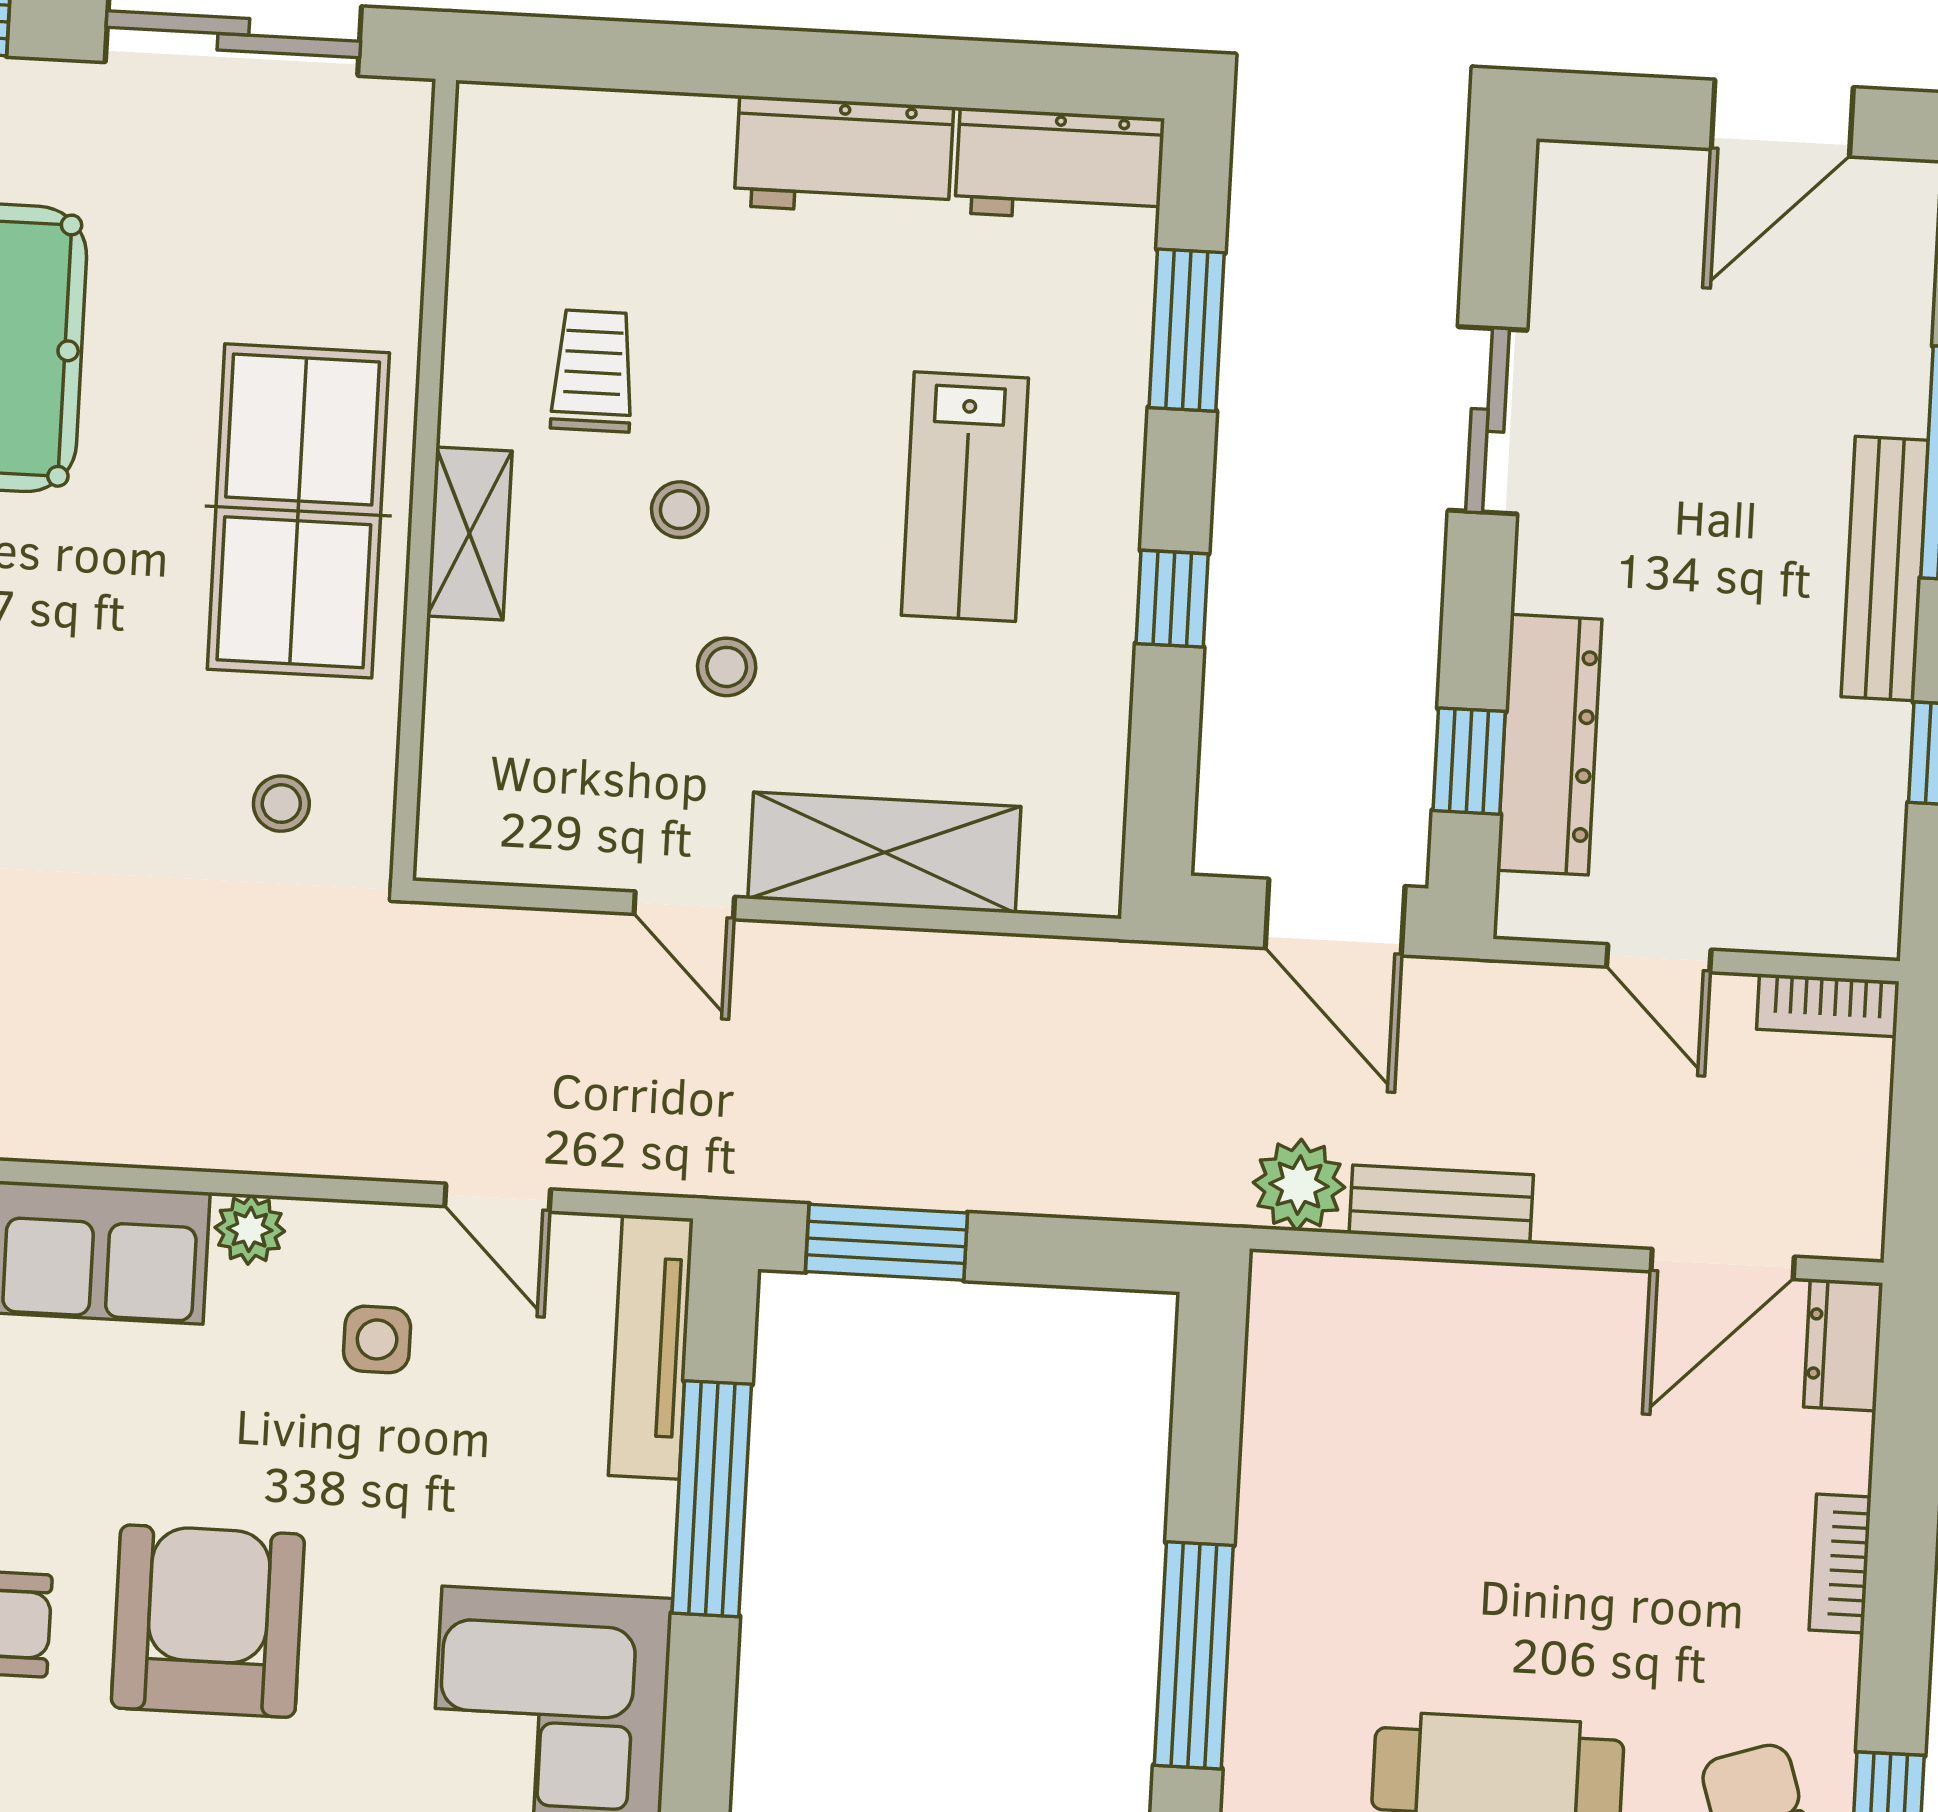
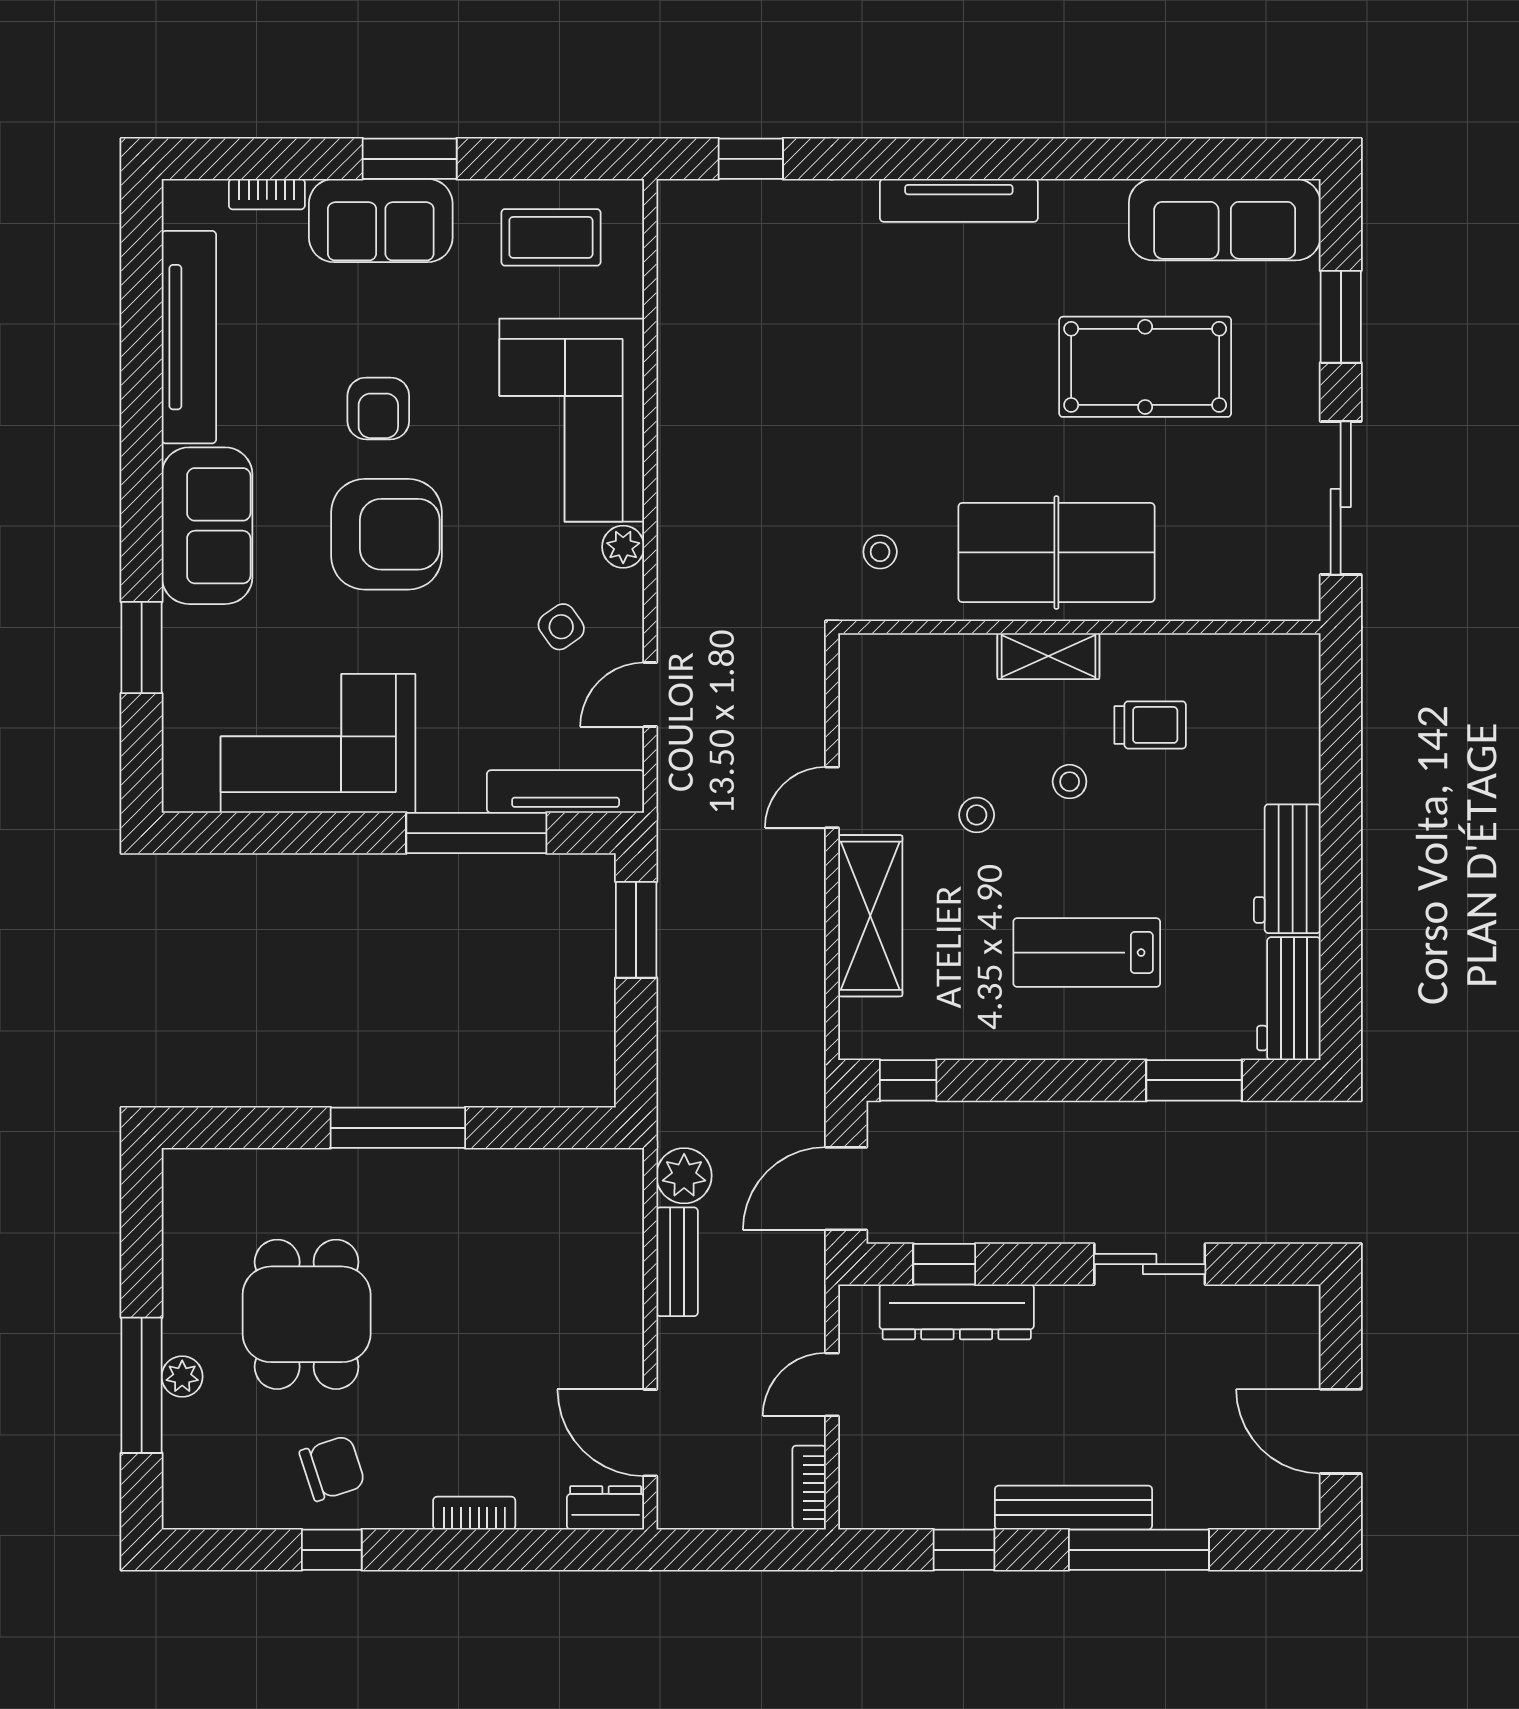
window: (1172, 599) -> (908, 1080), moved
side table: (377, 1339) -> (561, 627), turned -35

